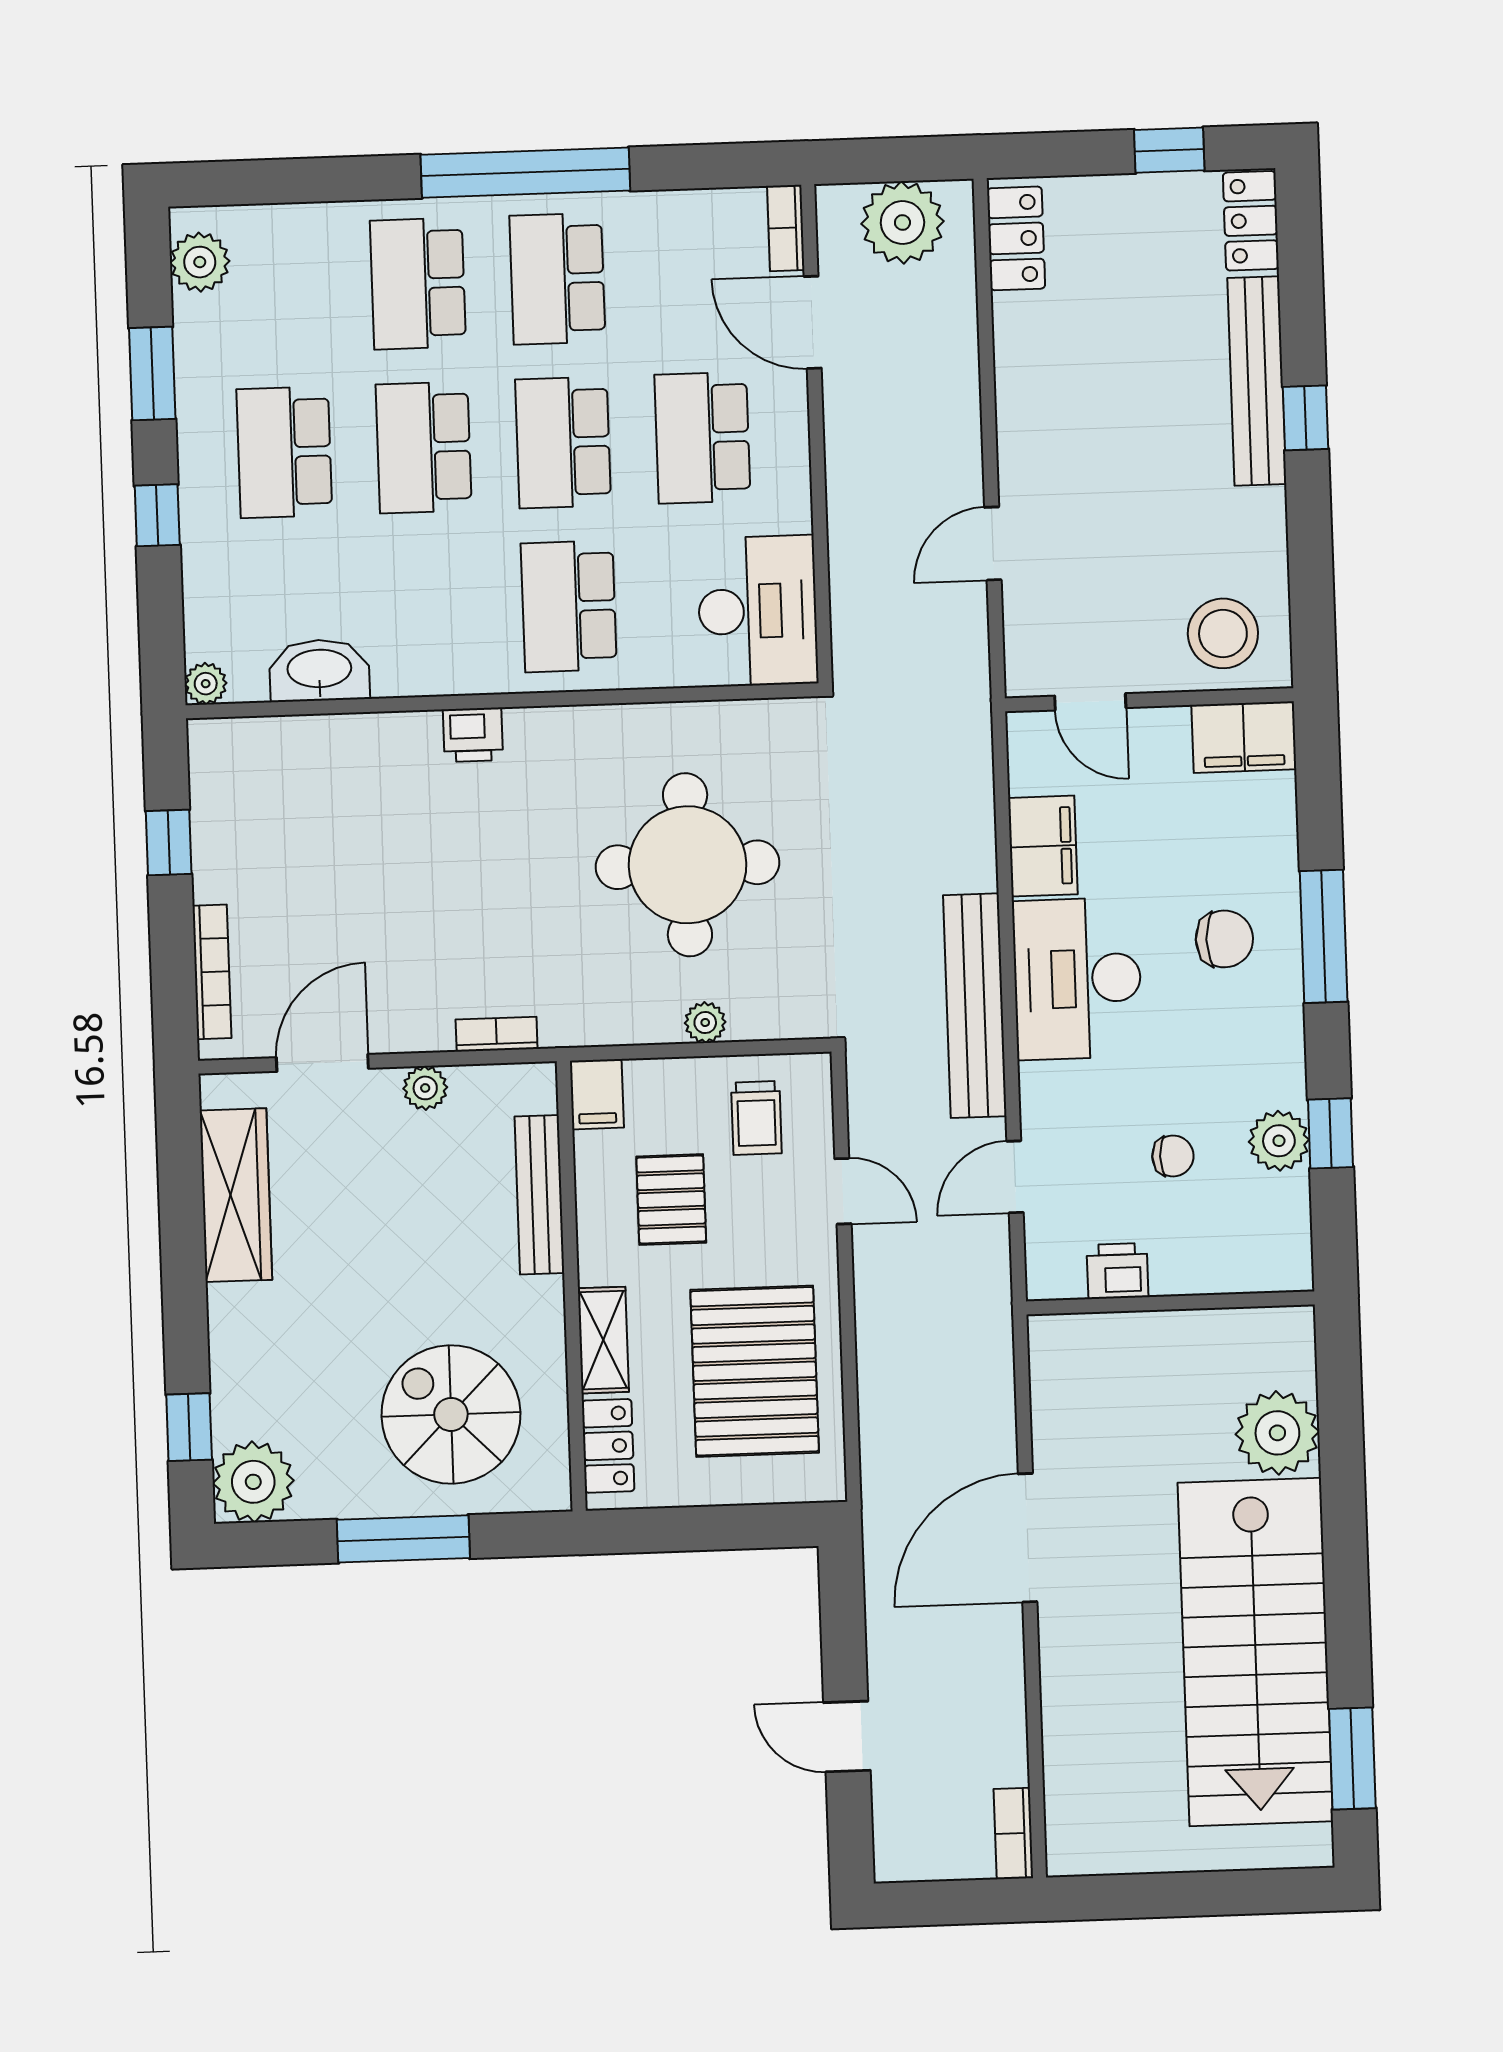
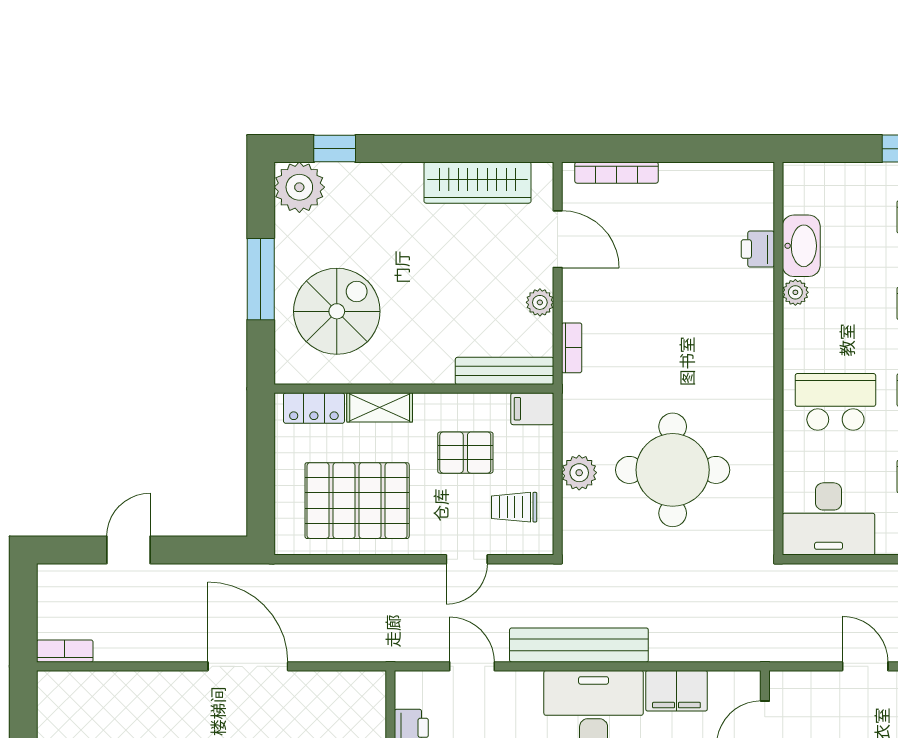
plant: (206, 684) -> (795, 292), moved
printer: (473, 735) -> (758, 249), moved
window: (169, 842) -> (698, 149), removed
plant: (705, 1022) -> (579, 473), width x1.38, depth x1.38
bench: (539, 1195) -> (505, 371), moved

